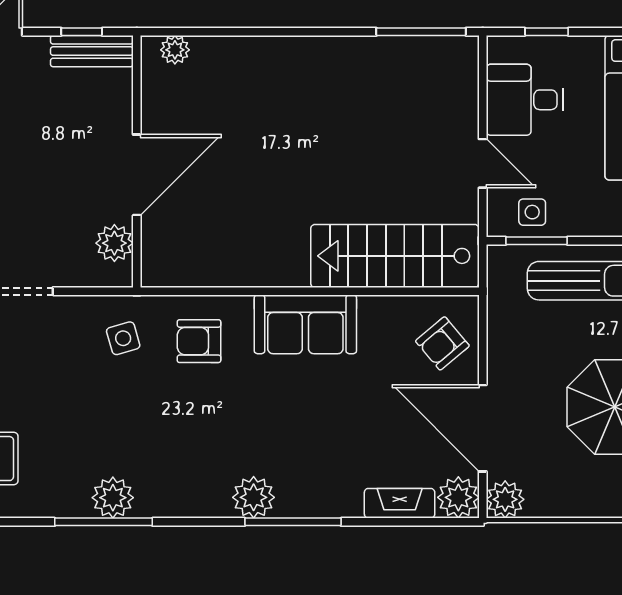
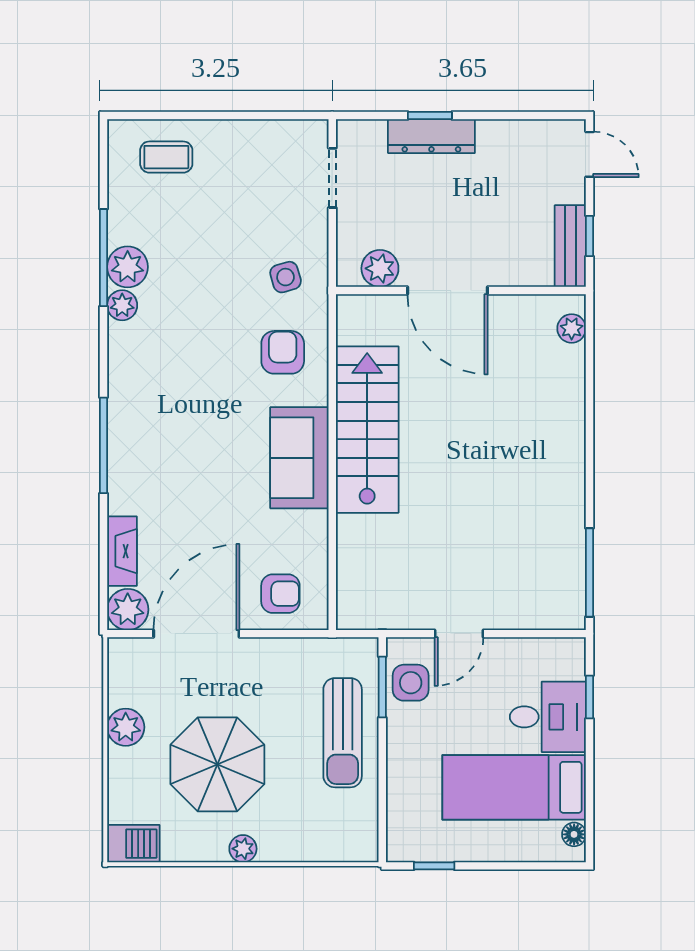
desk: (525, 100) -> (548, 717), moved, turned 90
side table: (532, 212) -> (411, 683), width x1.37, depth x1.37
stairs: (395, 256) -> (367, 430), moved
armchair: (442, 343) -> (280, 594), turned 130
plant: (254, 497) -> (122, 305), moved, width x0.73, depth x0.73
plant: (505, 499) -> (126, 727), moved

